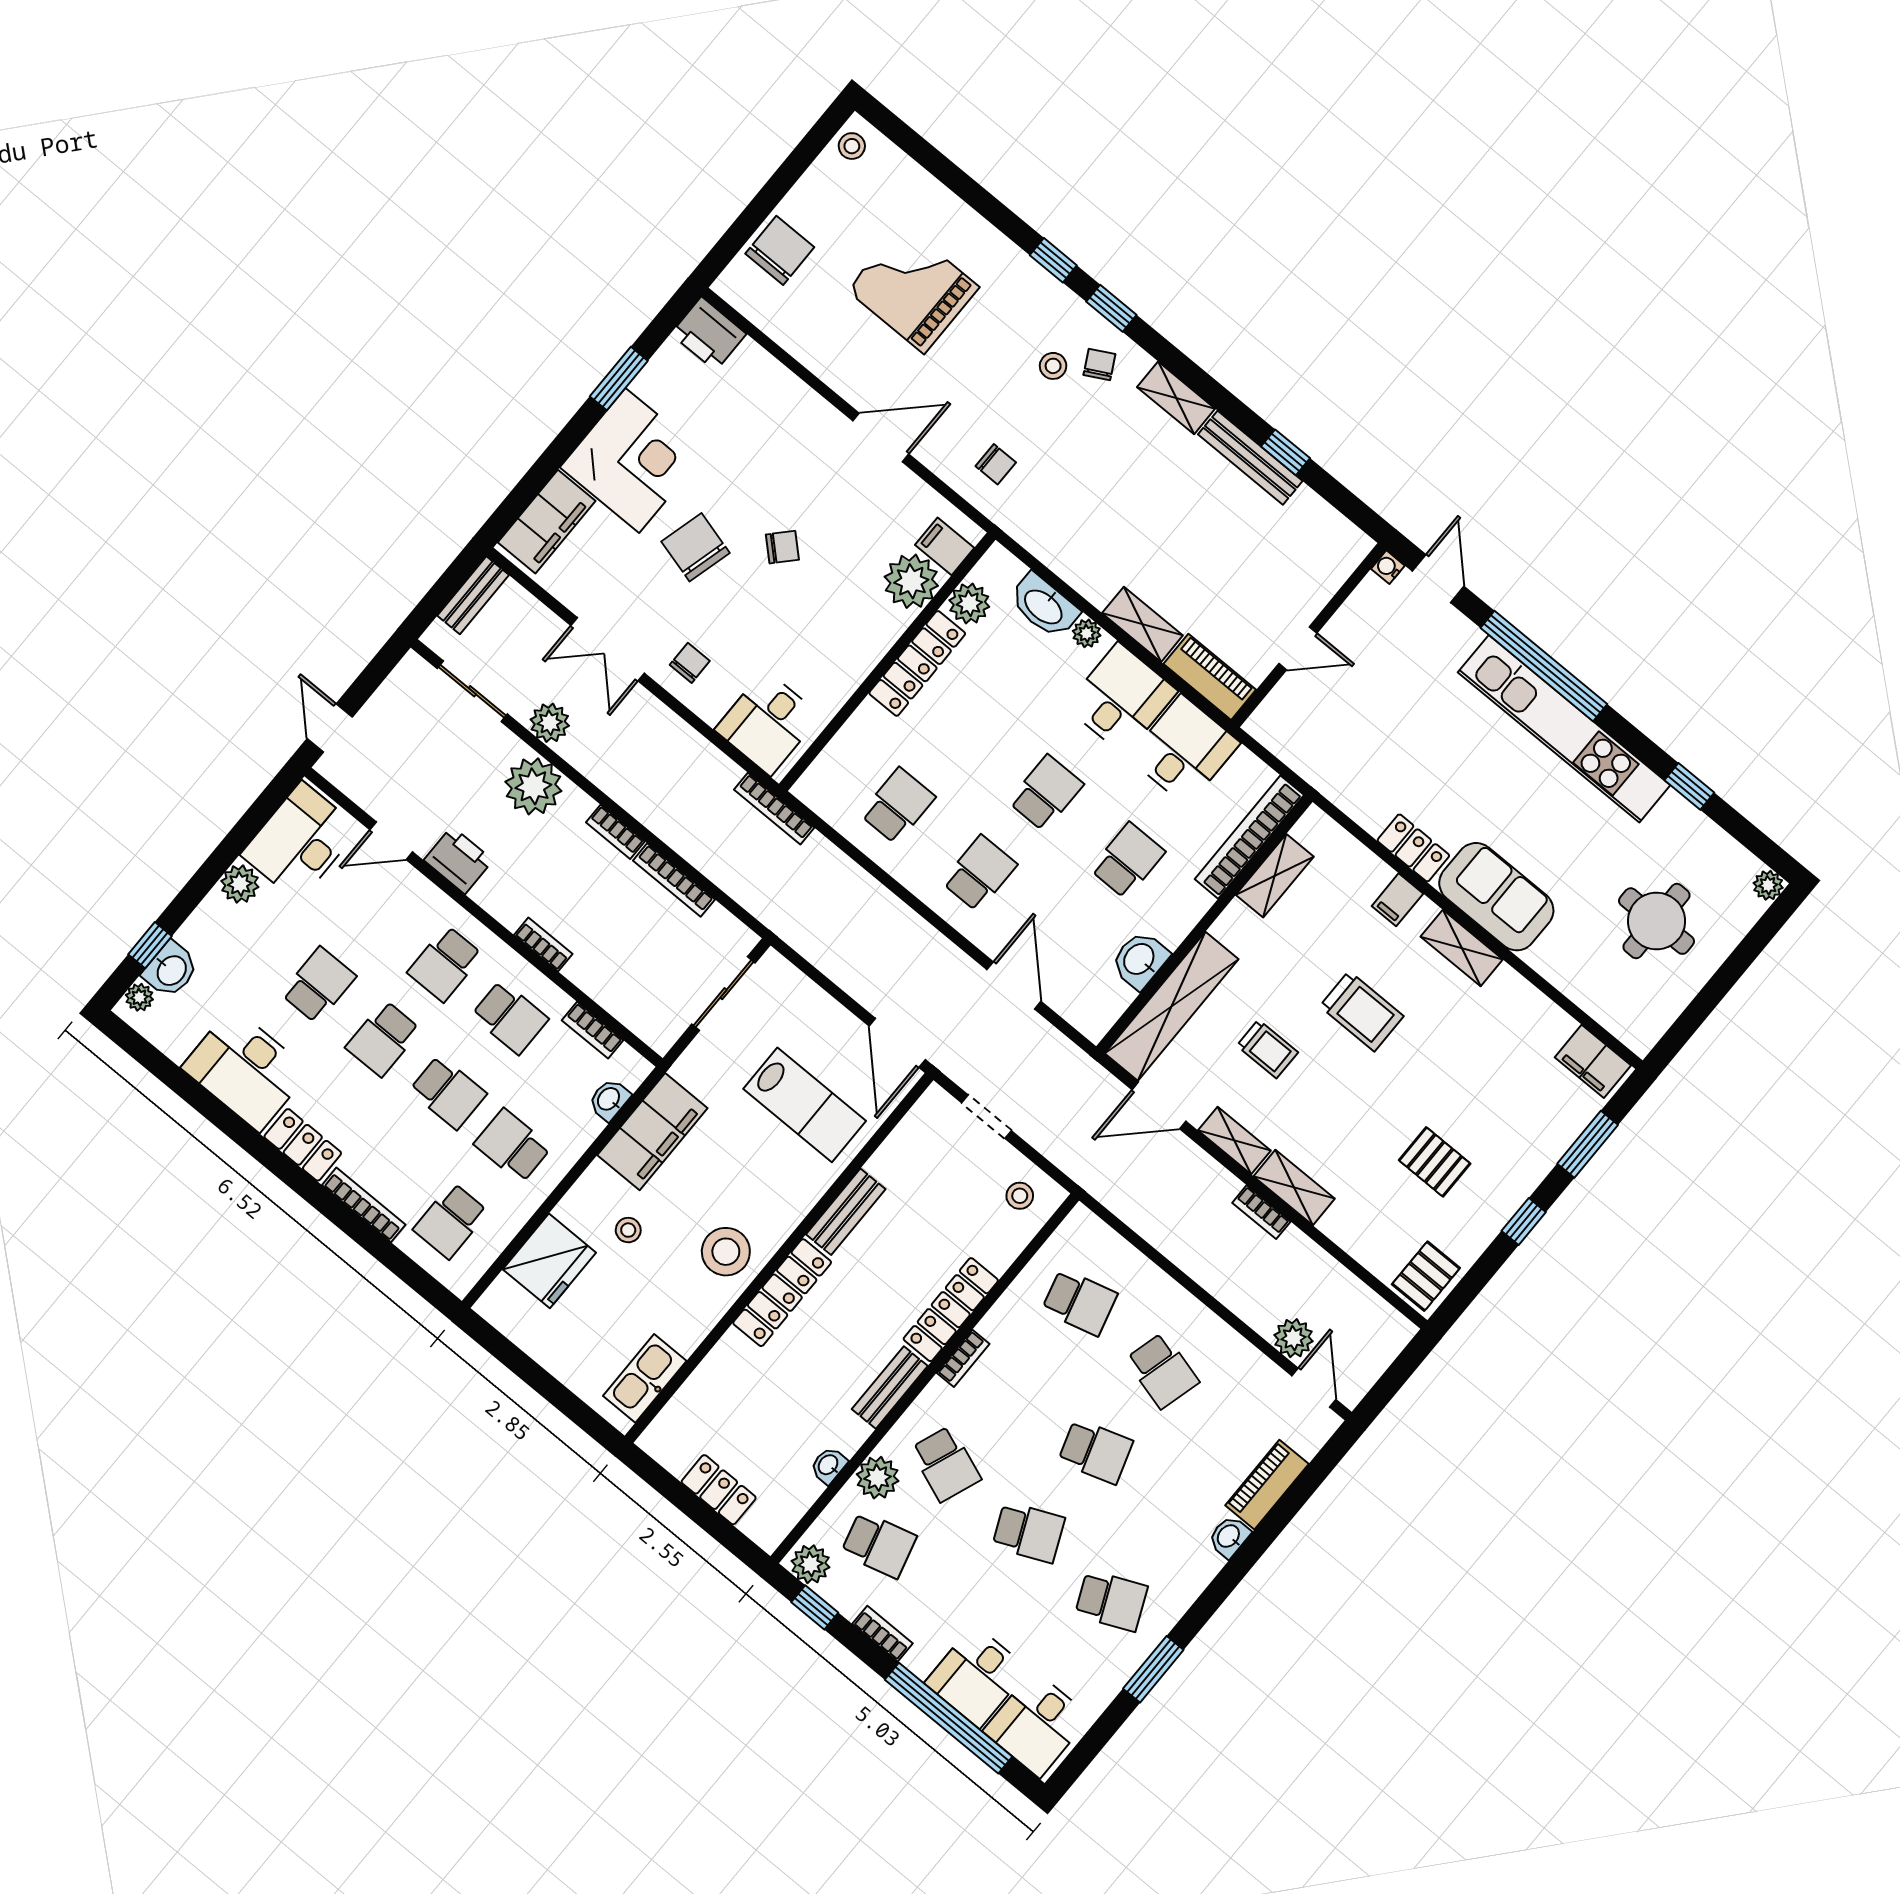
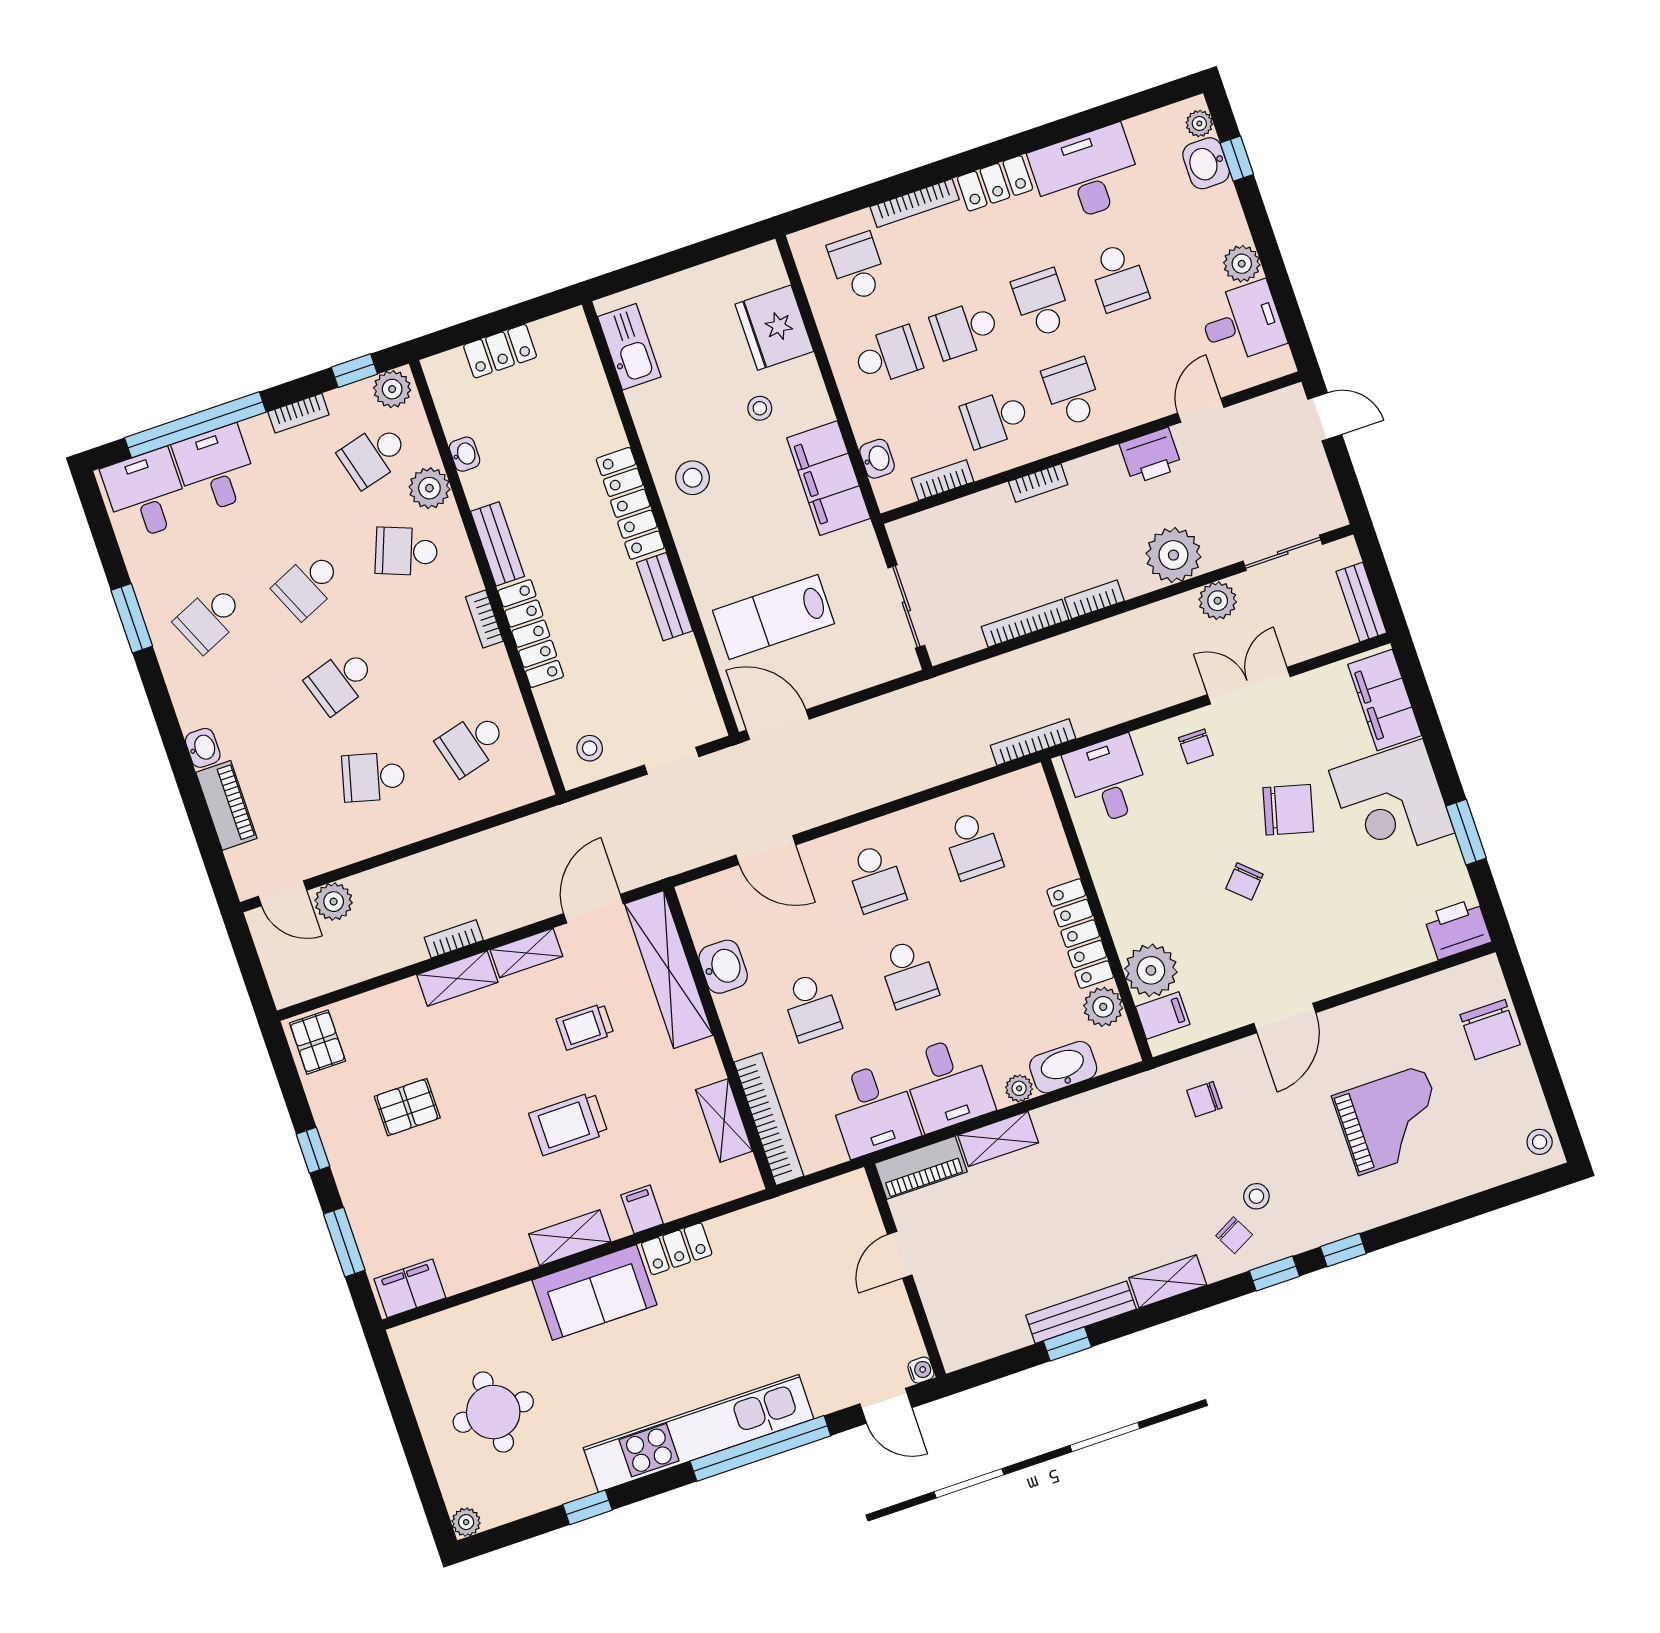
desk: (300, 842) -> (1242, 322), width x0.73
stool: (726, 1252) -> (693, 478), width x0.73, depth x0.73

